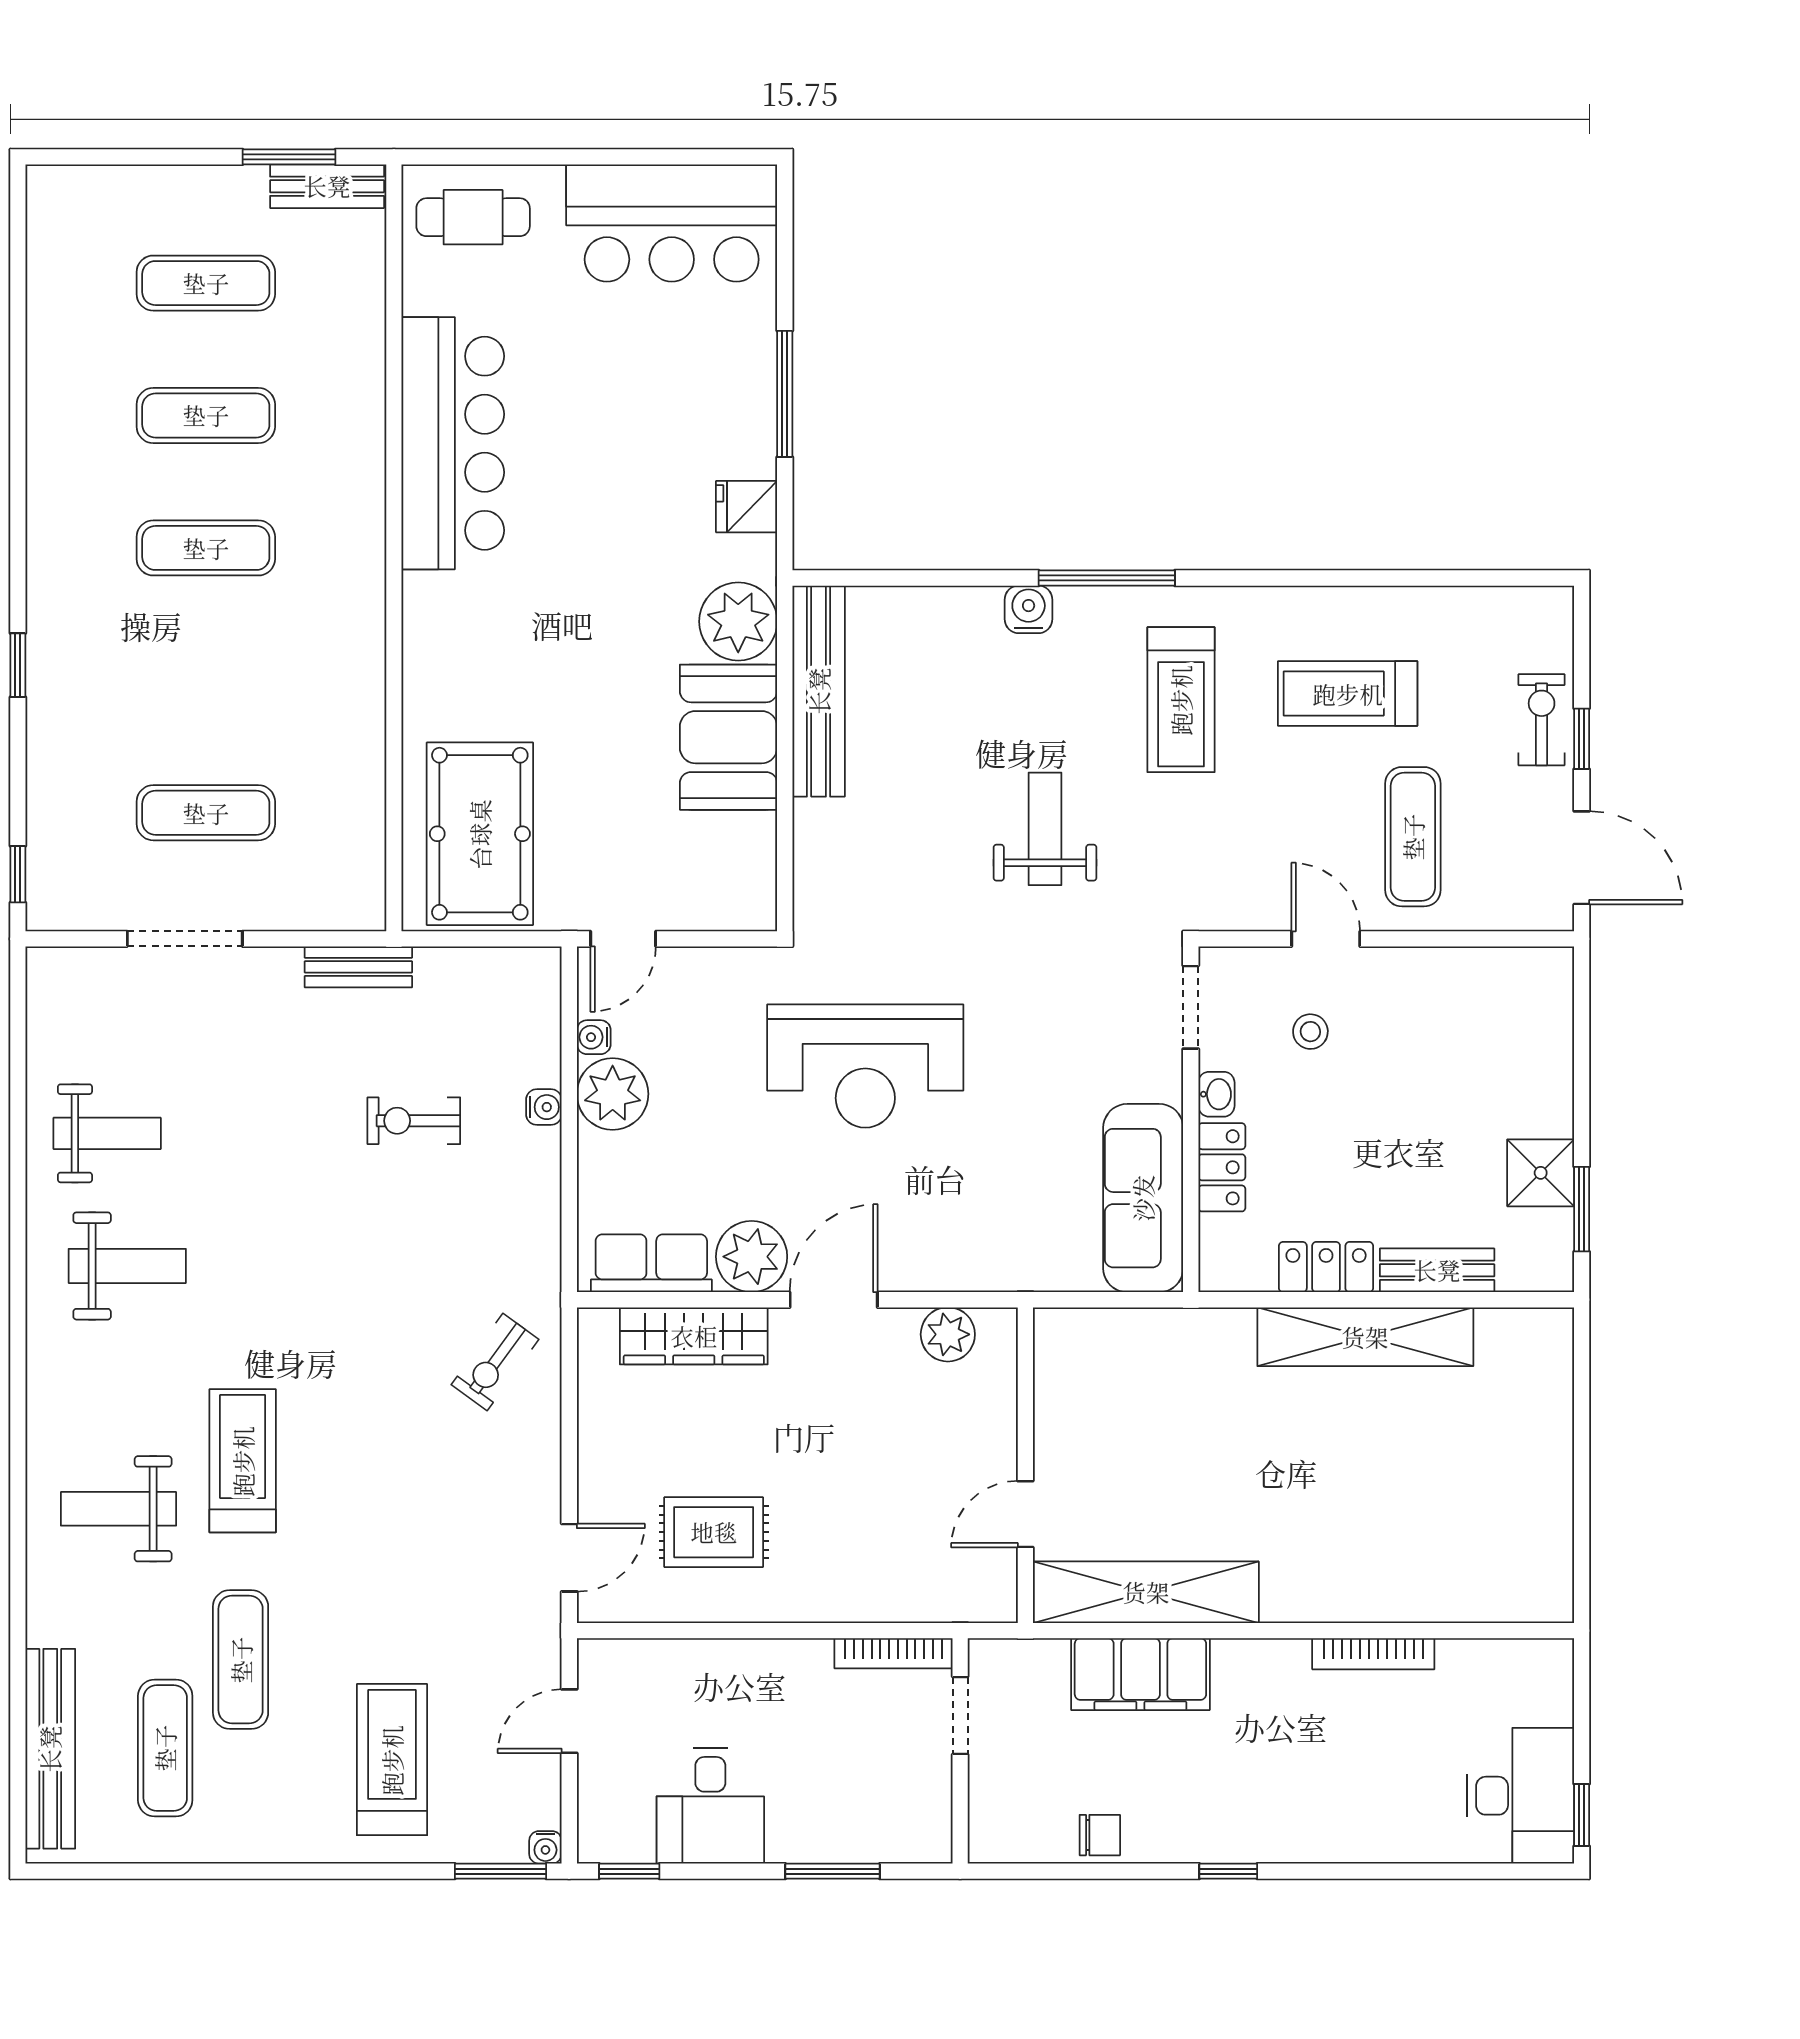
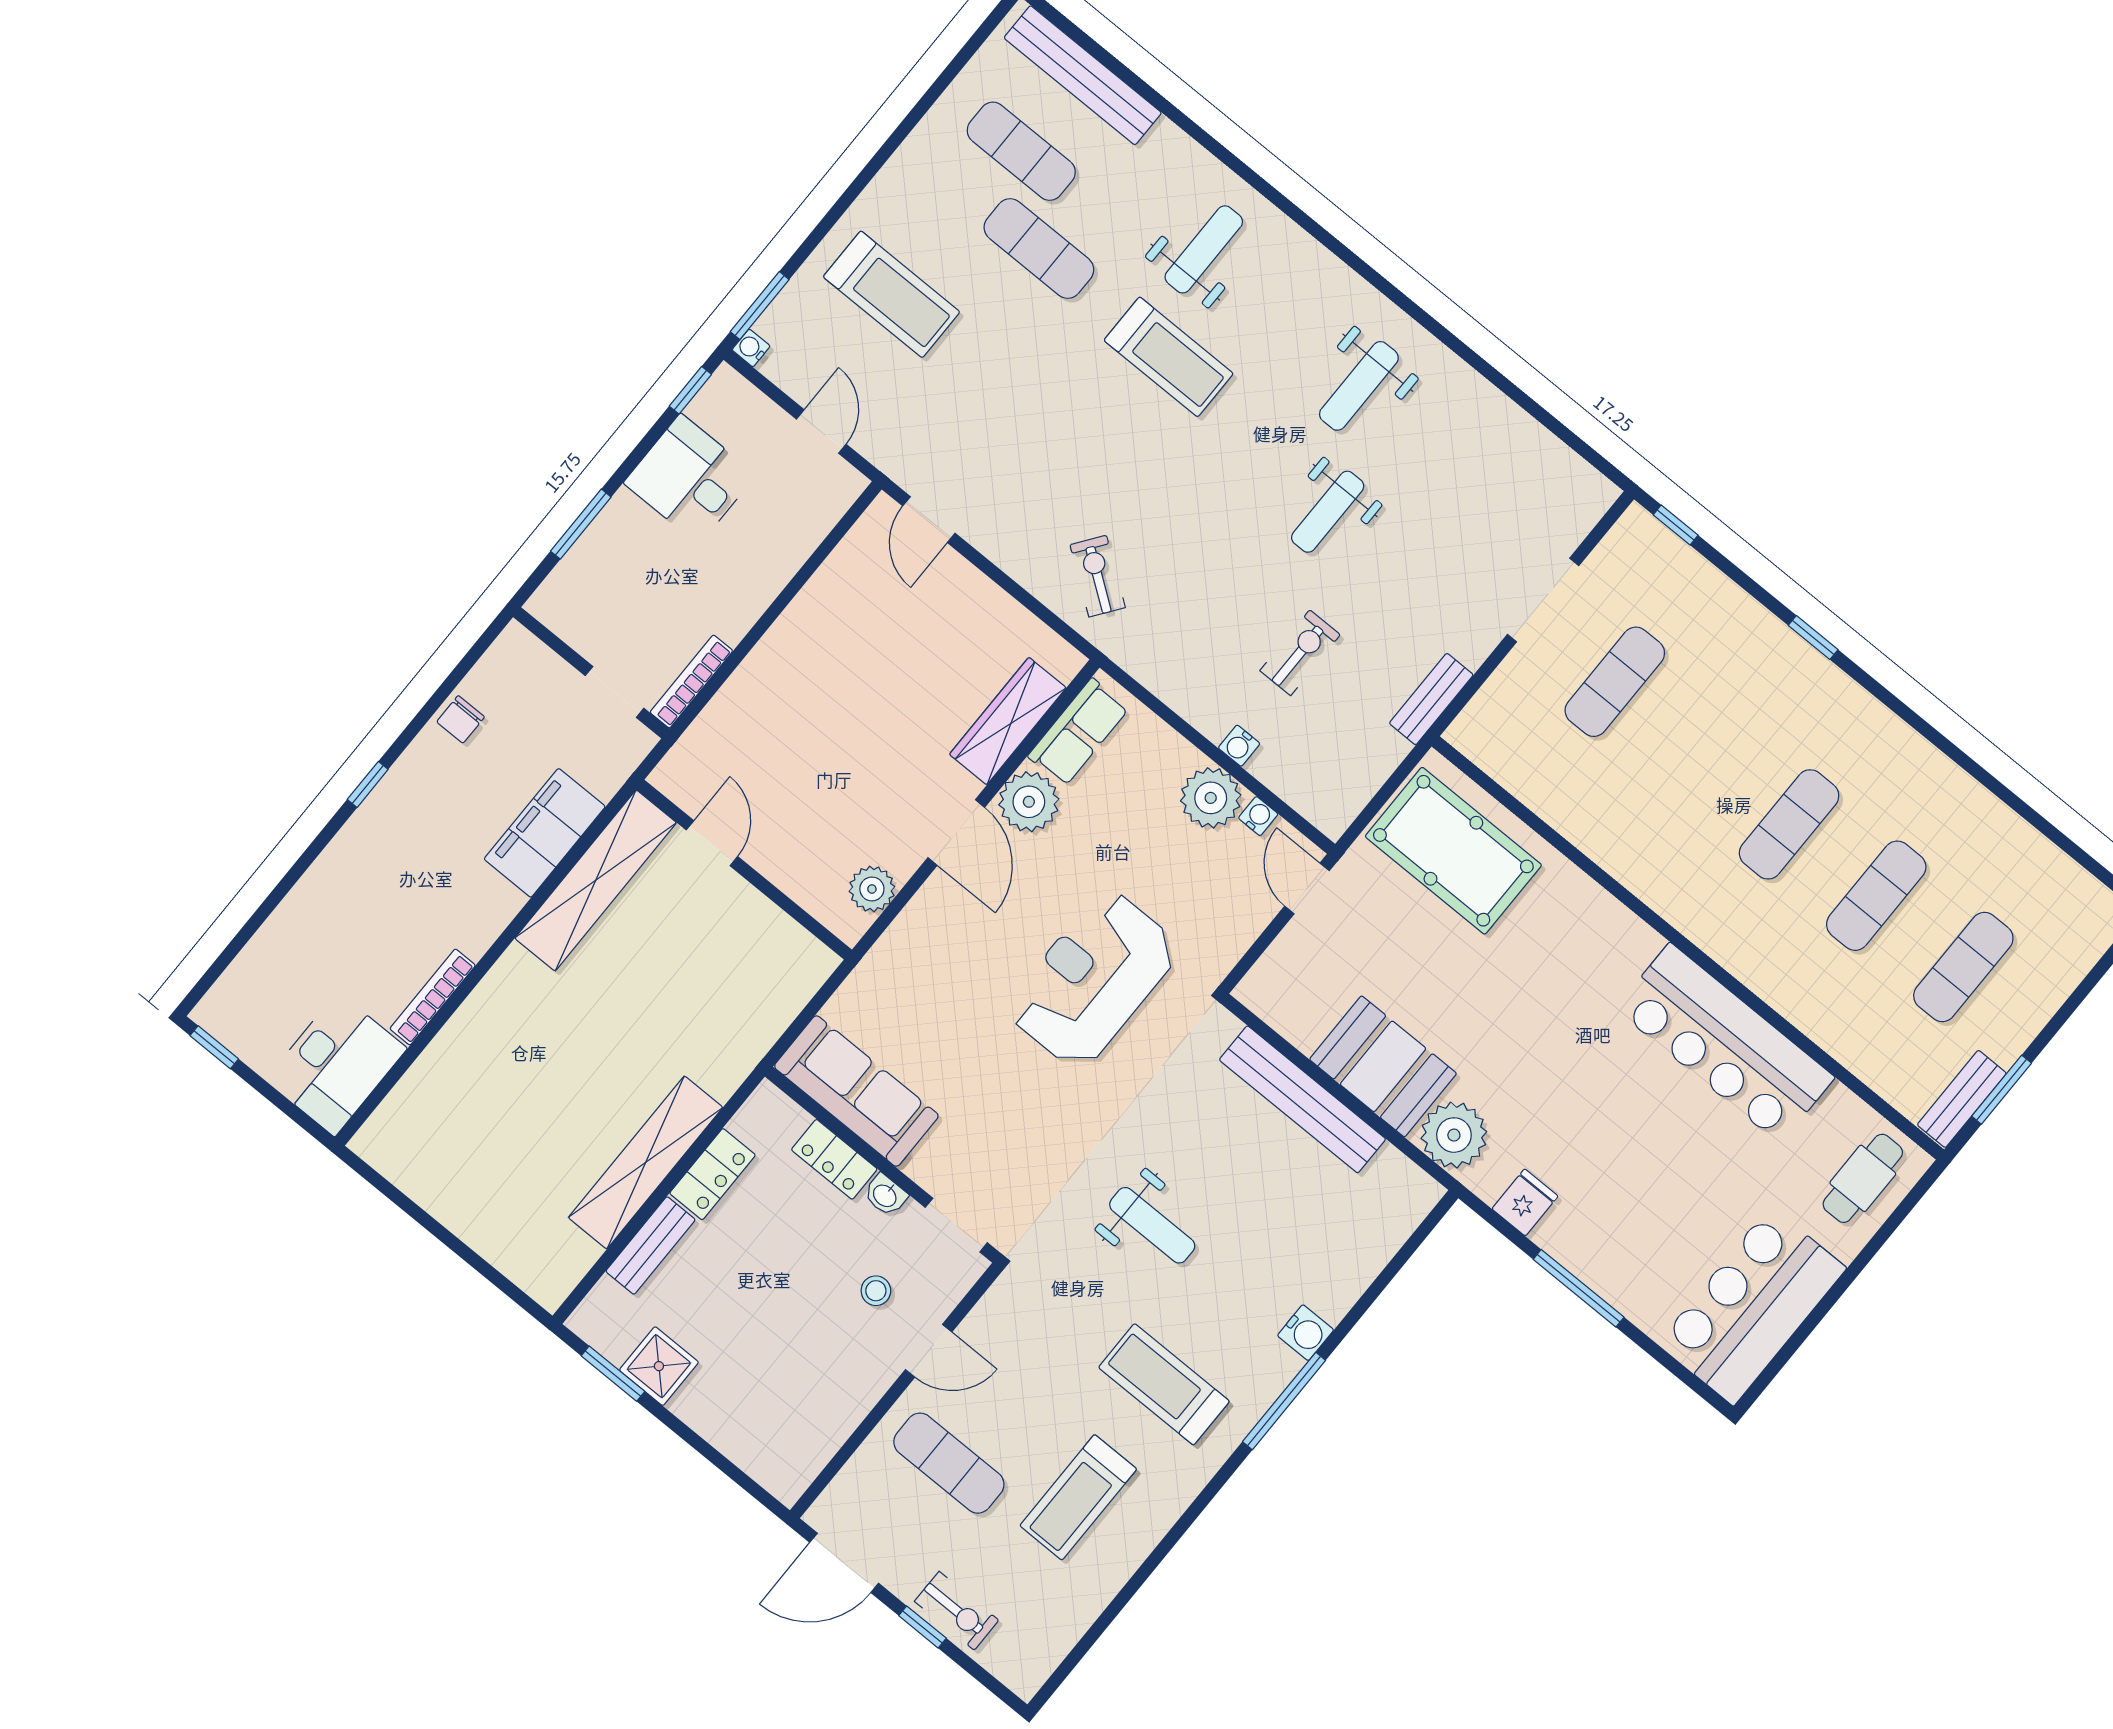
bench: (819, 691) -> (1302, 1099), moved
treadmill: (1348, 694) -> (1078, 1497), turned 180
weight bench: (107, 1133) -> (1328, 512), moved
rug: (714, 1532) -> (868, 628), removed
desk: (1521, 1796) -> (336, 1064), moved, turned -90

